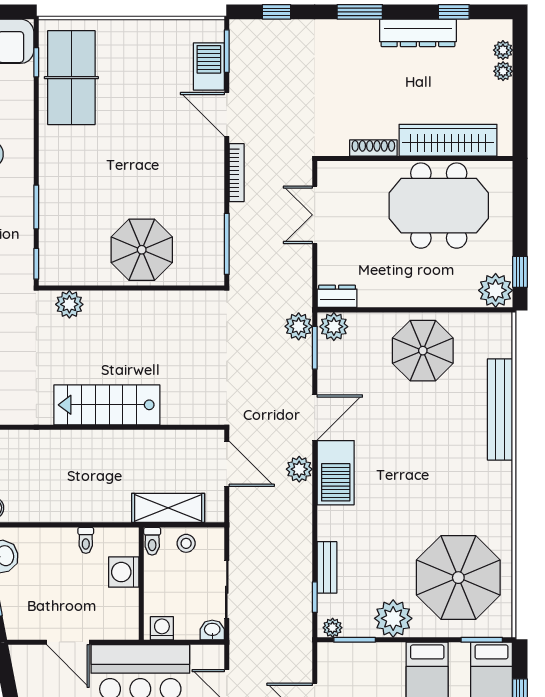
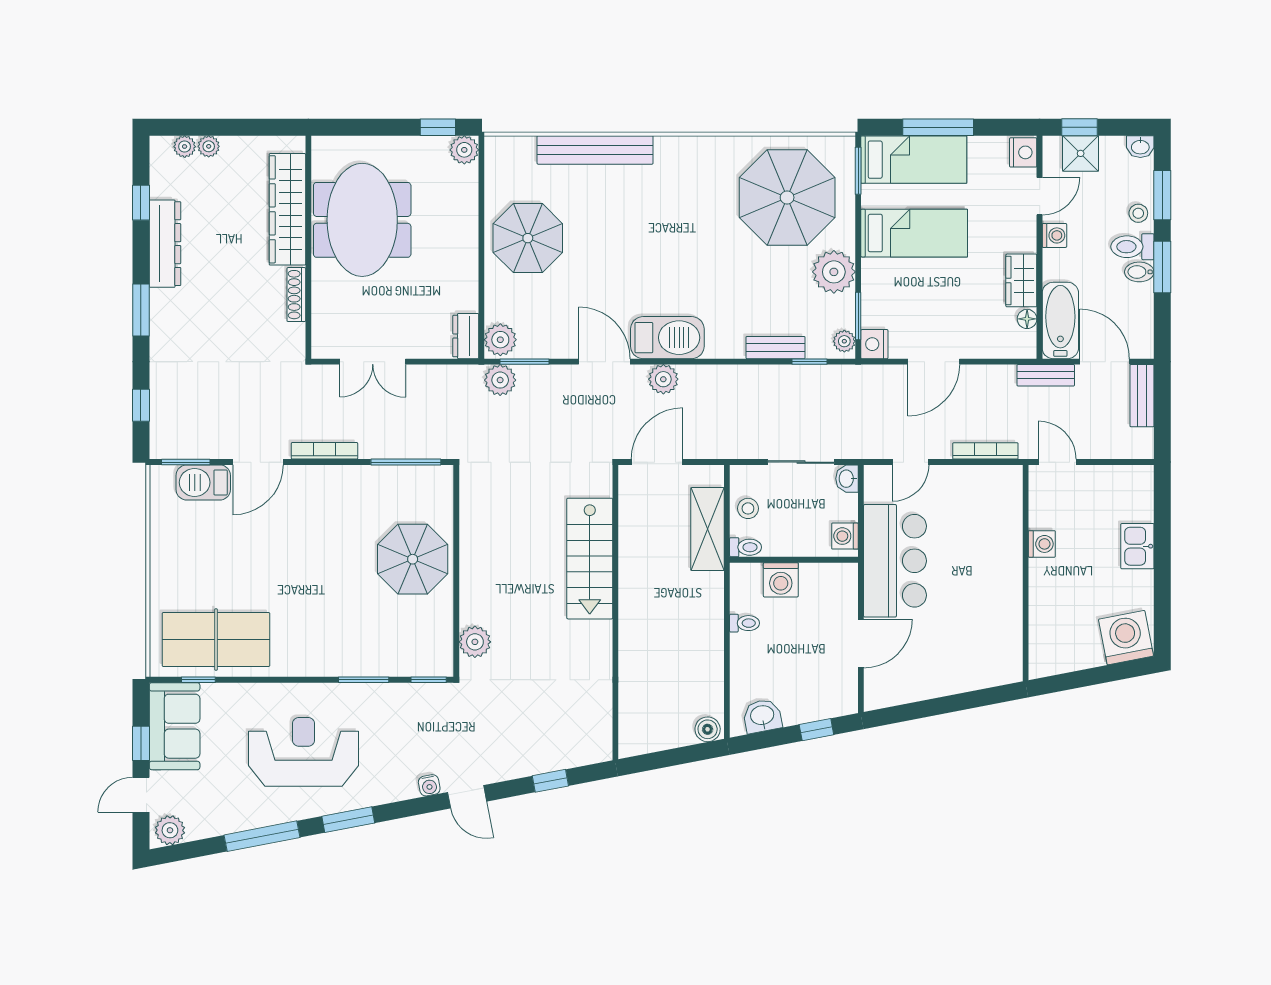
plant: (496, 290) -> (464, 150), width x0.73, depth x0.73
stairs: (107, 405) -> (590, 559), moved
nightstand: (330, 654) -> (874, 344), added

